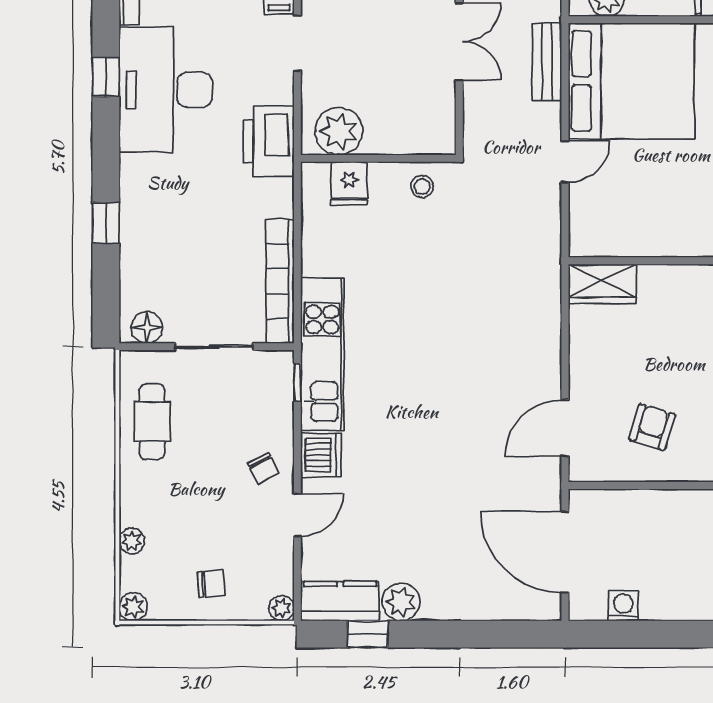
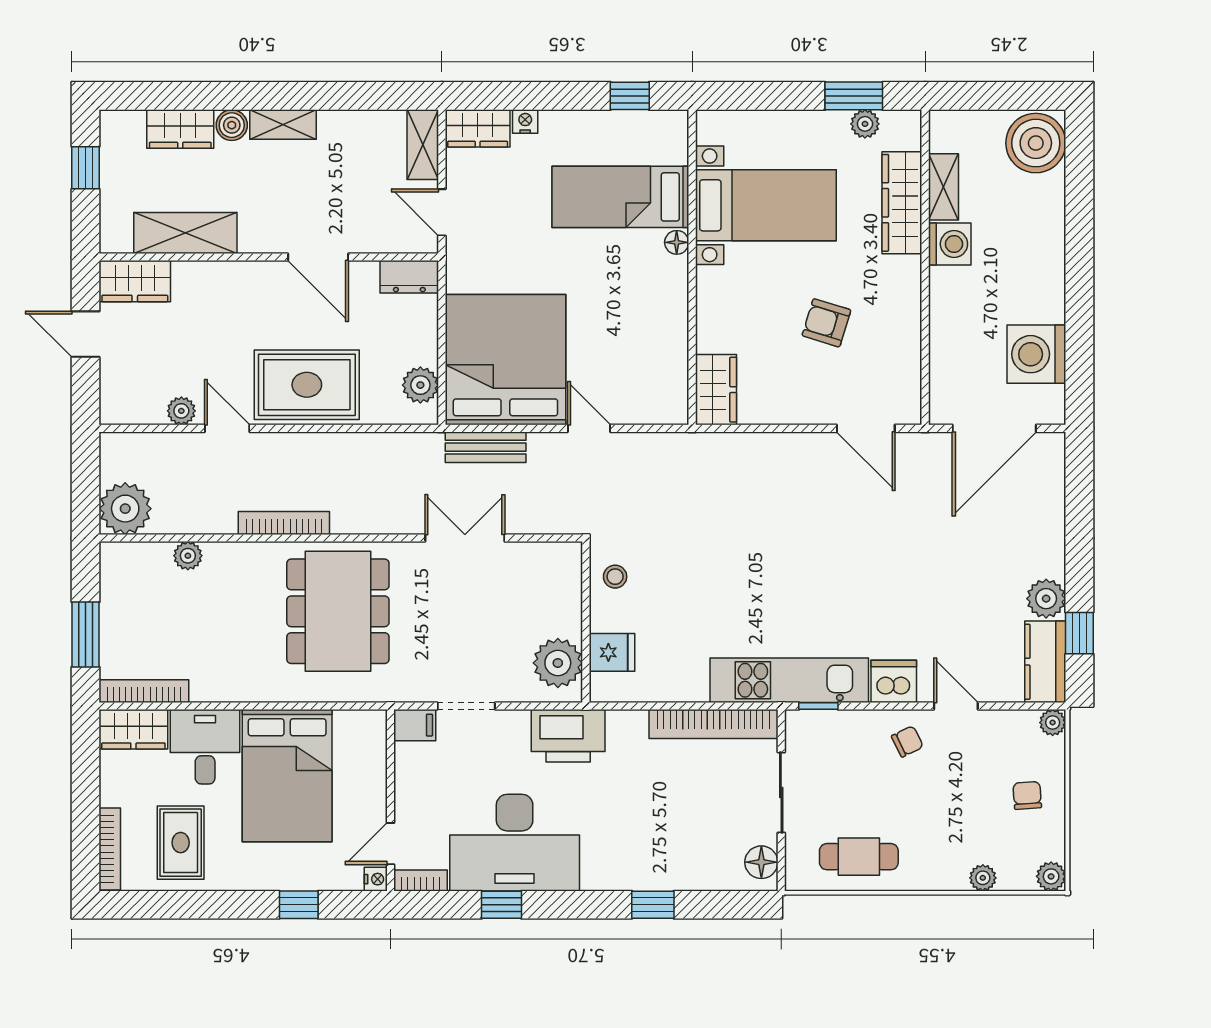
armchair: (652, 427) -> (826, 323), moved
washing machine: (623, 606) -> (1036, 354), width x1.89, depth x1.89

